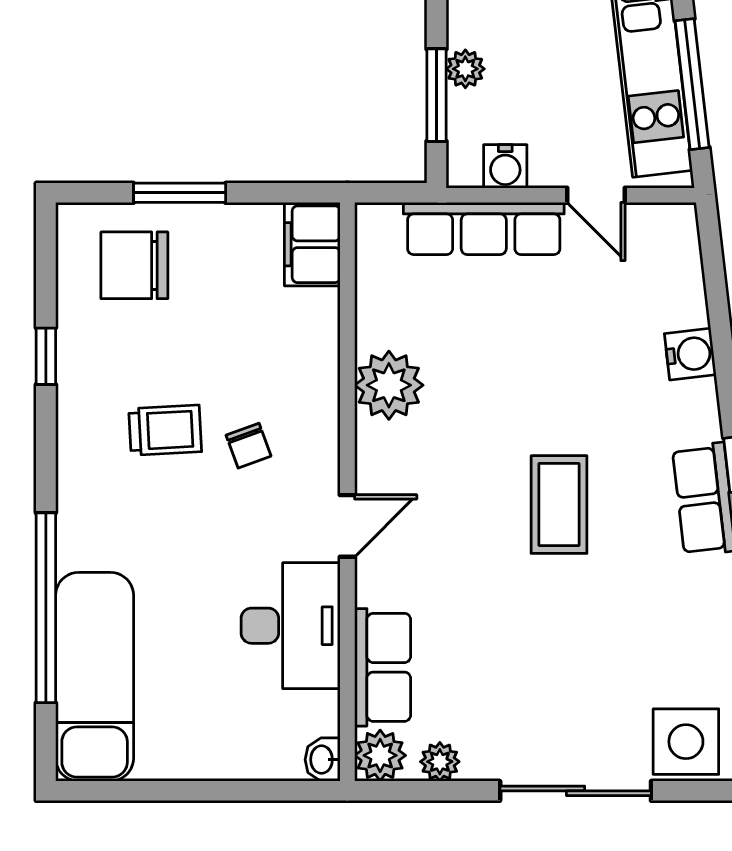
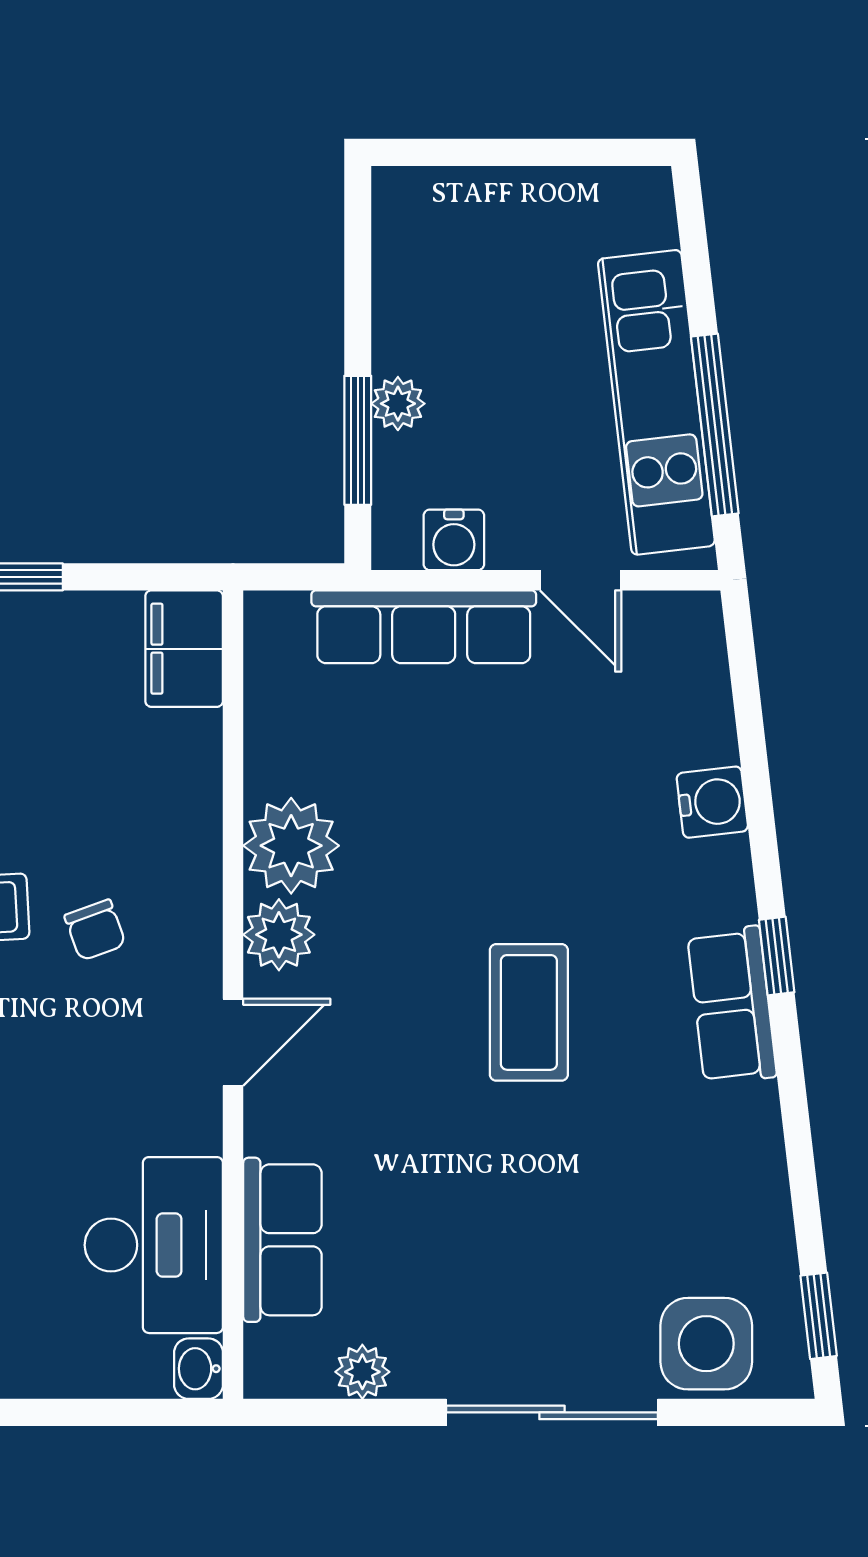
desk: (291, 626) -> (154, 1245), moved
plant: (380, 755) -> (279, 935), moved

